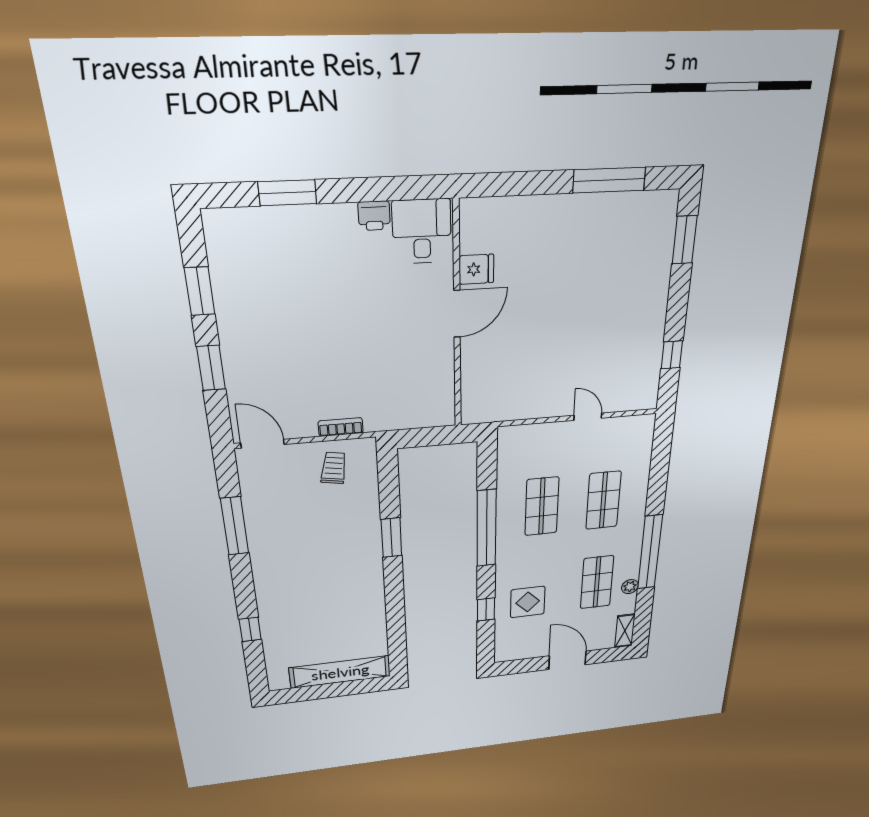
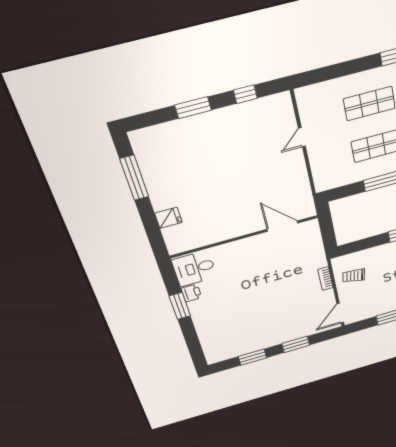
window: (287, 193) -> (180, 306), moved
window: (685, 240) -> (193, 108), moved
fridge: (476, 269) -> (168, 218), moved, turned 90
door: (457, 314) -> (282, 226), moved

